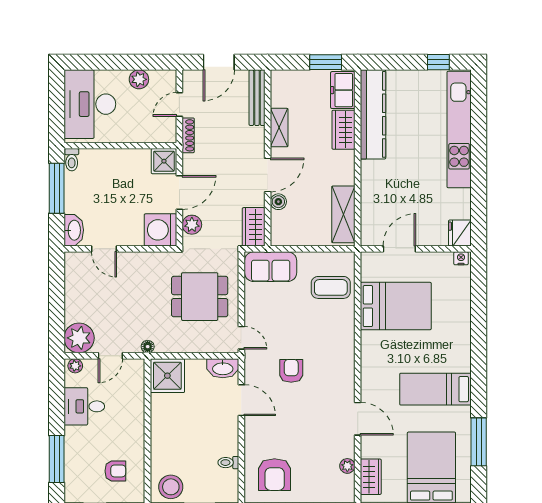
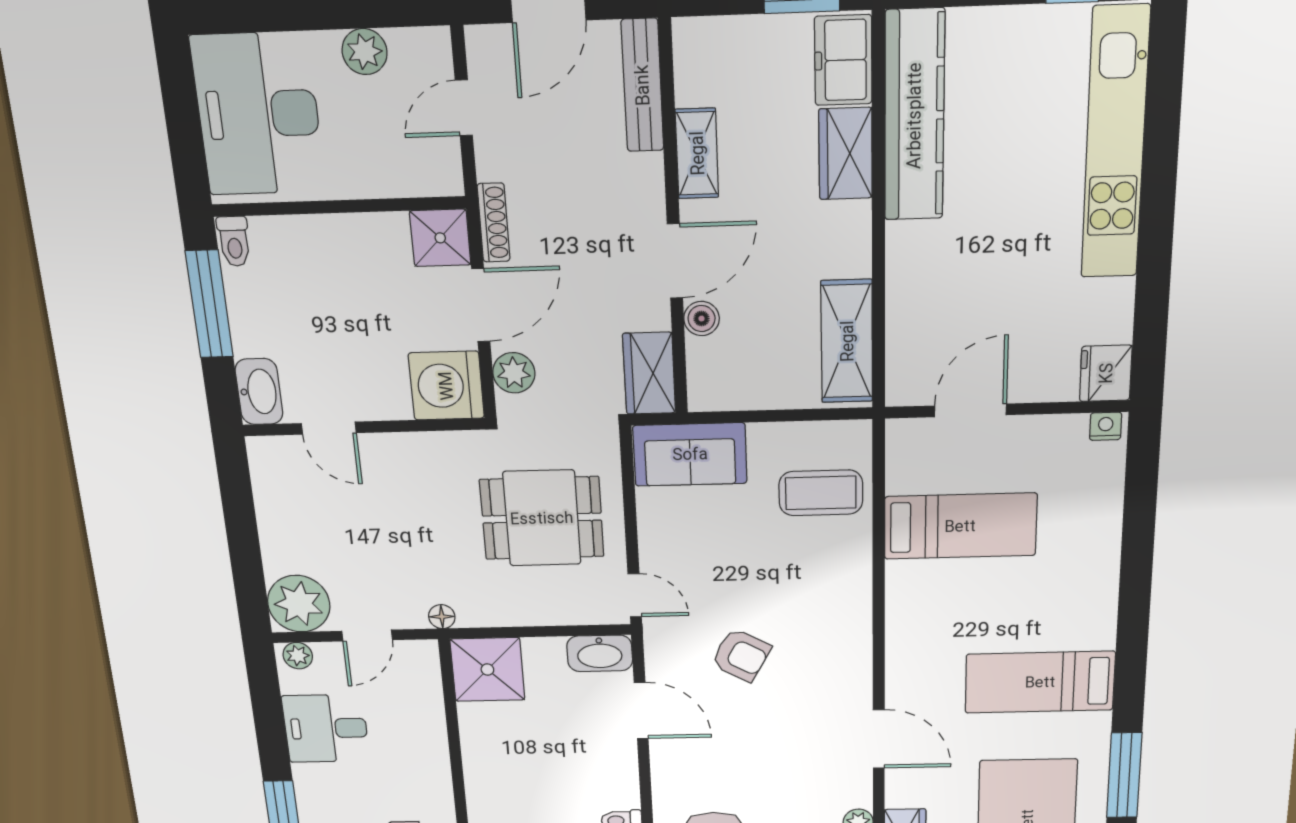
shoe rack: (188, 135) -> (494, 223), moved
bed: (396, 306) -> (960, 526), width x0.67
armchair: (291, 371) -> (741, 655), turned 119

